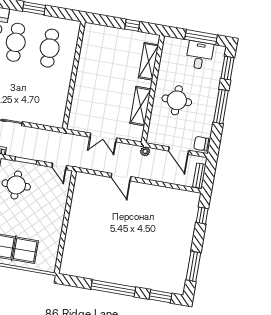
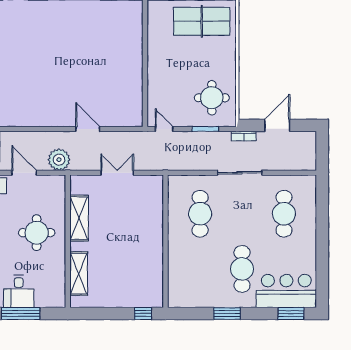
window: (132, 25) -> (143, 313), moved
cafe table: (50, 48) -> (200, 214), moved
plant: (145, 151) -> (59, 160), width x1.88, depth x1.88

